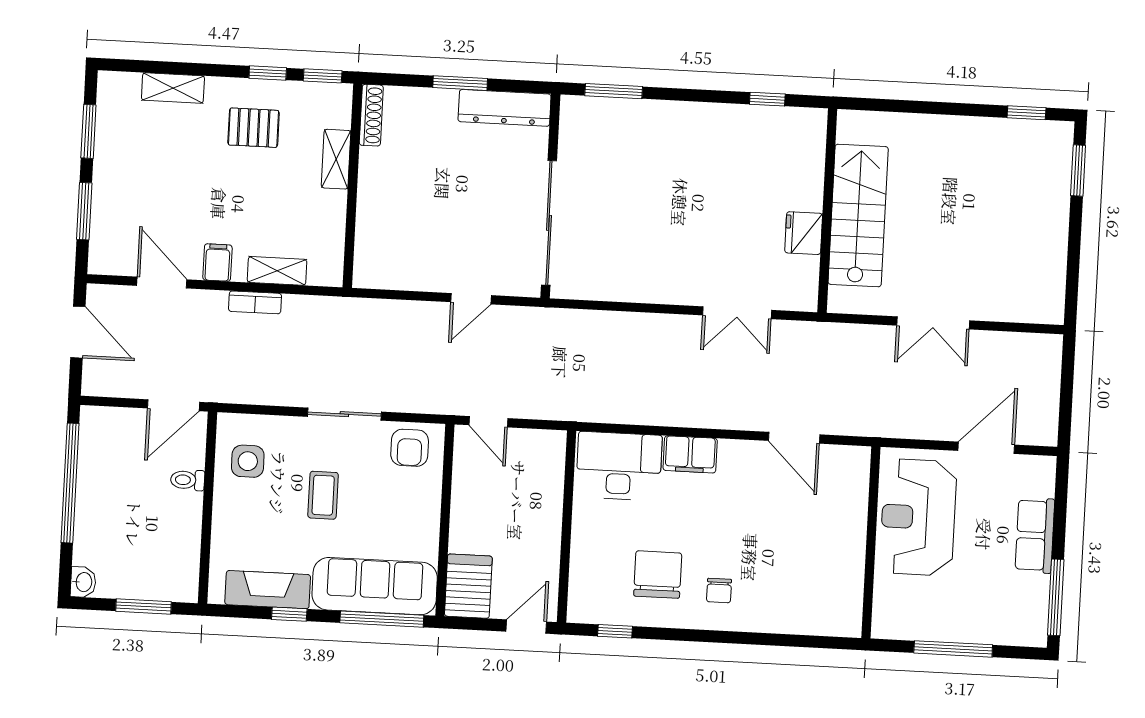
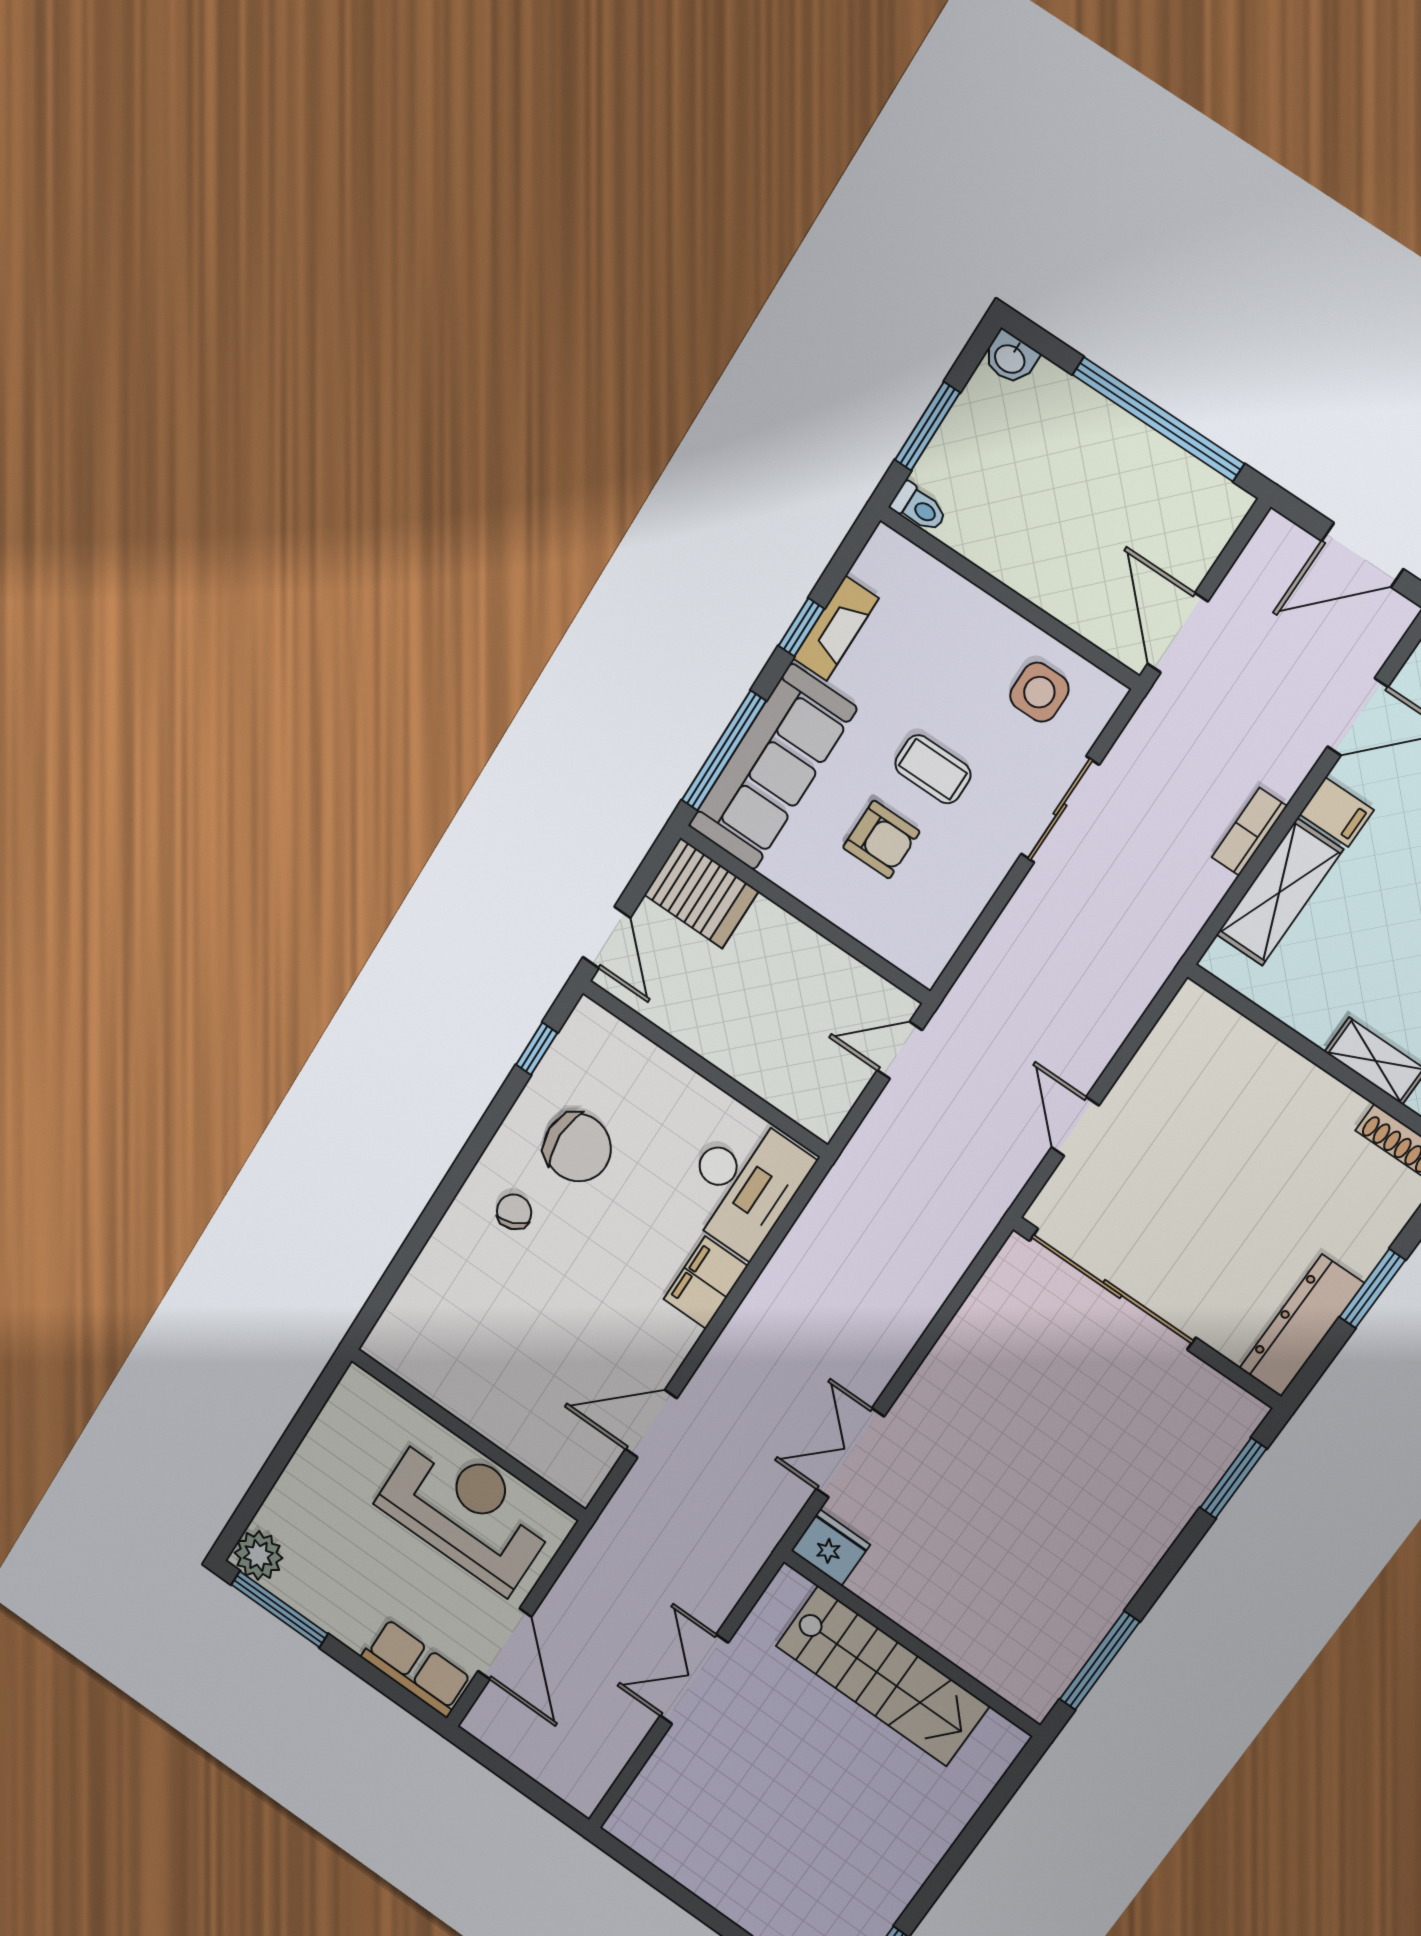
window: (767, 99) -> (1100, 1661), width x2.17
fridge: (804, 233) -> (831, 1548), moved
shelving: (277, 271) -> (1280, 892), width x1.50, depth x1.33
sliding door: (344, 414) -> (1060, 810), moved
armchair: (410, 448) -> (881, 840), moved, turned 180
toilet: (188, 480) -> (919, 508), moved, turned 90
row of seats: (1035, 535) -> (417, 1668), moved
fireplace: (268, 590) -> (836, 628), width x0.73, depth x0.76
chair: (719, 591) -> (514, 1212), turned 66
plant: (1030, 629) -> (258, 1555), added
window: (953, 649) -> (284, 1451), removed

